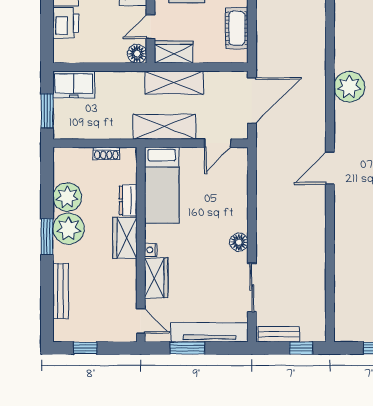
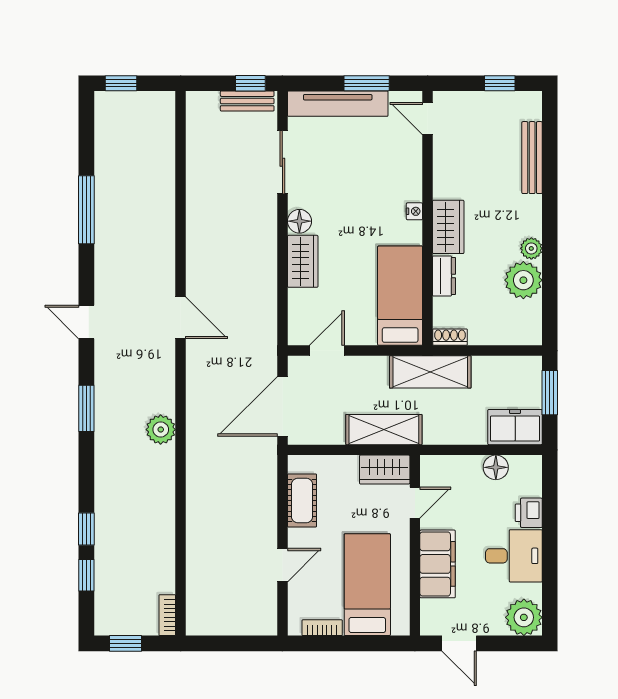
printer: (66, 23) -> (529, 513), width x0.73, depth x0.81
floor lamp: (137, 54) -> (496, 467), moved
plant: (349, 87) -> (161, 430), width x0.73, depth x0.73
shelving: (164, 127) -> (430, 372), moved
shoe rack: (106, 153) -> (450, 337), moved
door: (330, 168) -> (181, 318), hinge flipped
plant: (69, 229) -> (531, 248), width x0.53, depth x0.53
window: (47, 237) -> (550, 228), removed
wardrobe: (156, 278) -> (303, 261), moved, turned 180
window: (301, 348) -> (250, 83), moved

